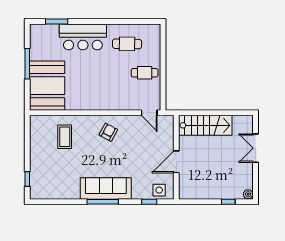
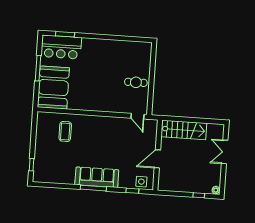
bar counter: (83, 37) -> (61, 47), moved
cafe table: (127, 44) -> (123, 57), removed
armchair: (108, 132) -> (102, 130), removed

